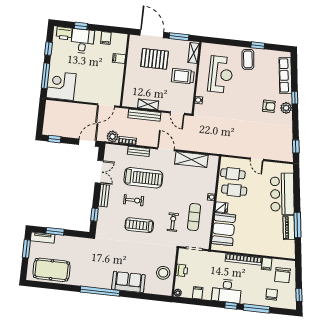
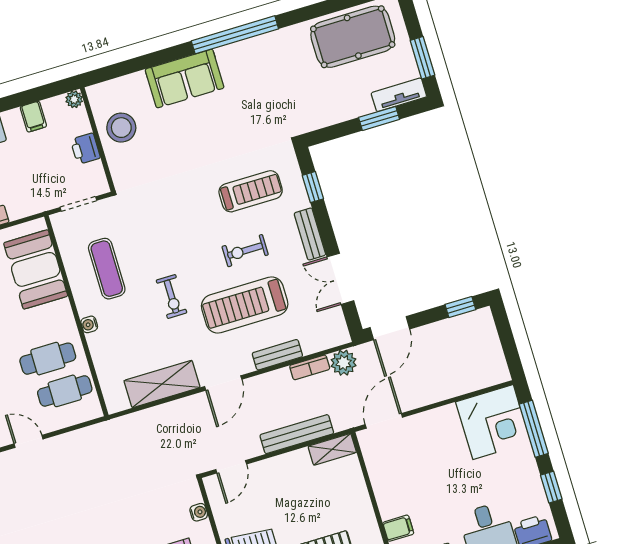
shelving: (148, 104) -> (332, 449), moved
door: (177, 113) -> (231, 467), swing flipped
door: (166, 149) -> (223, 383), hinge flipped
fridge: (221, 207) -> (59, 312), removed
exercise bike: (173, 222) -> (172, 297), moved
treadmill: (139, 225) -> (251, 191), moved

